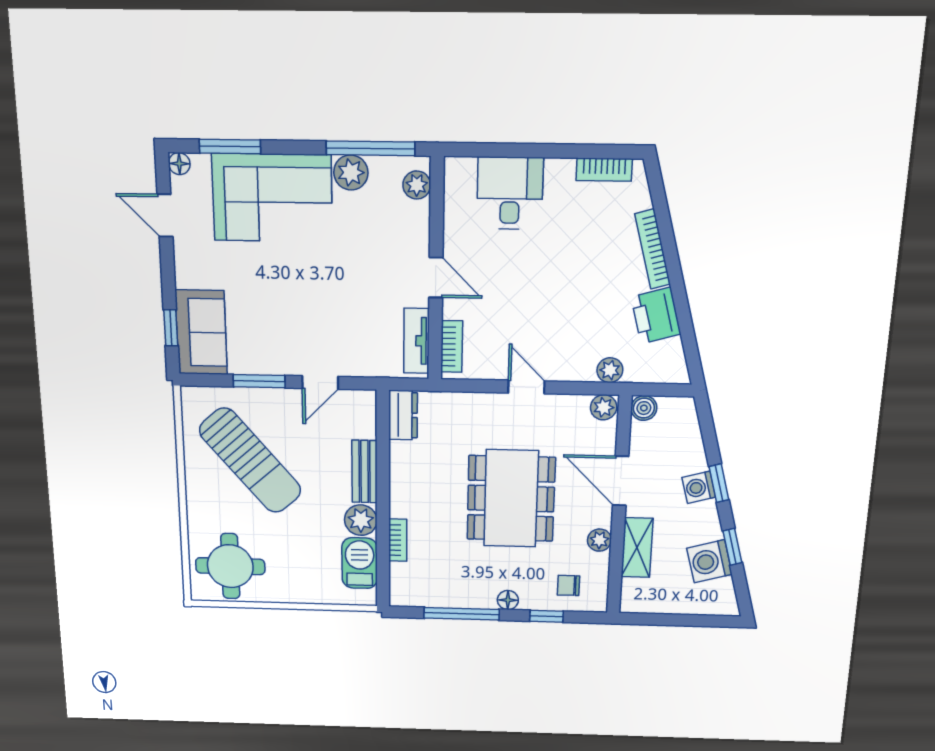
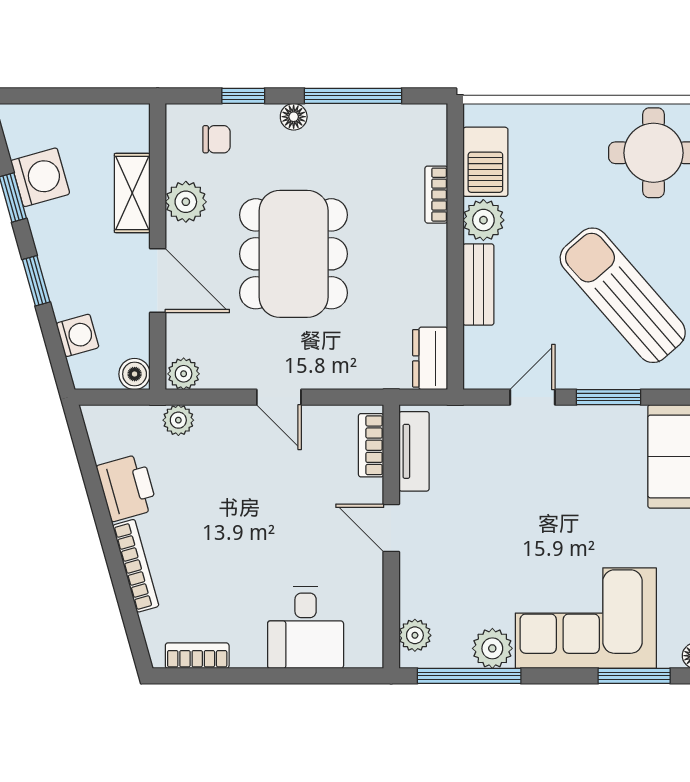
washing machine: (699, 487) -> (78, 335), moved
plant: (599, 540) -> (186, 202), width x1.38, depth x1.38

